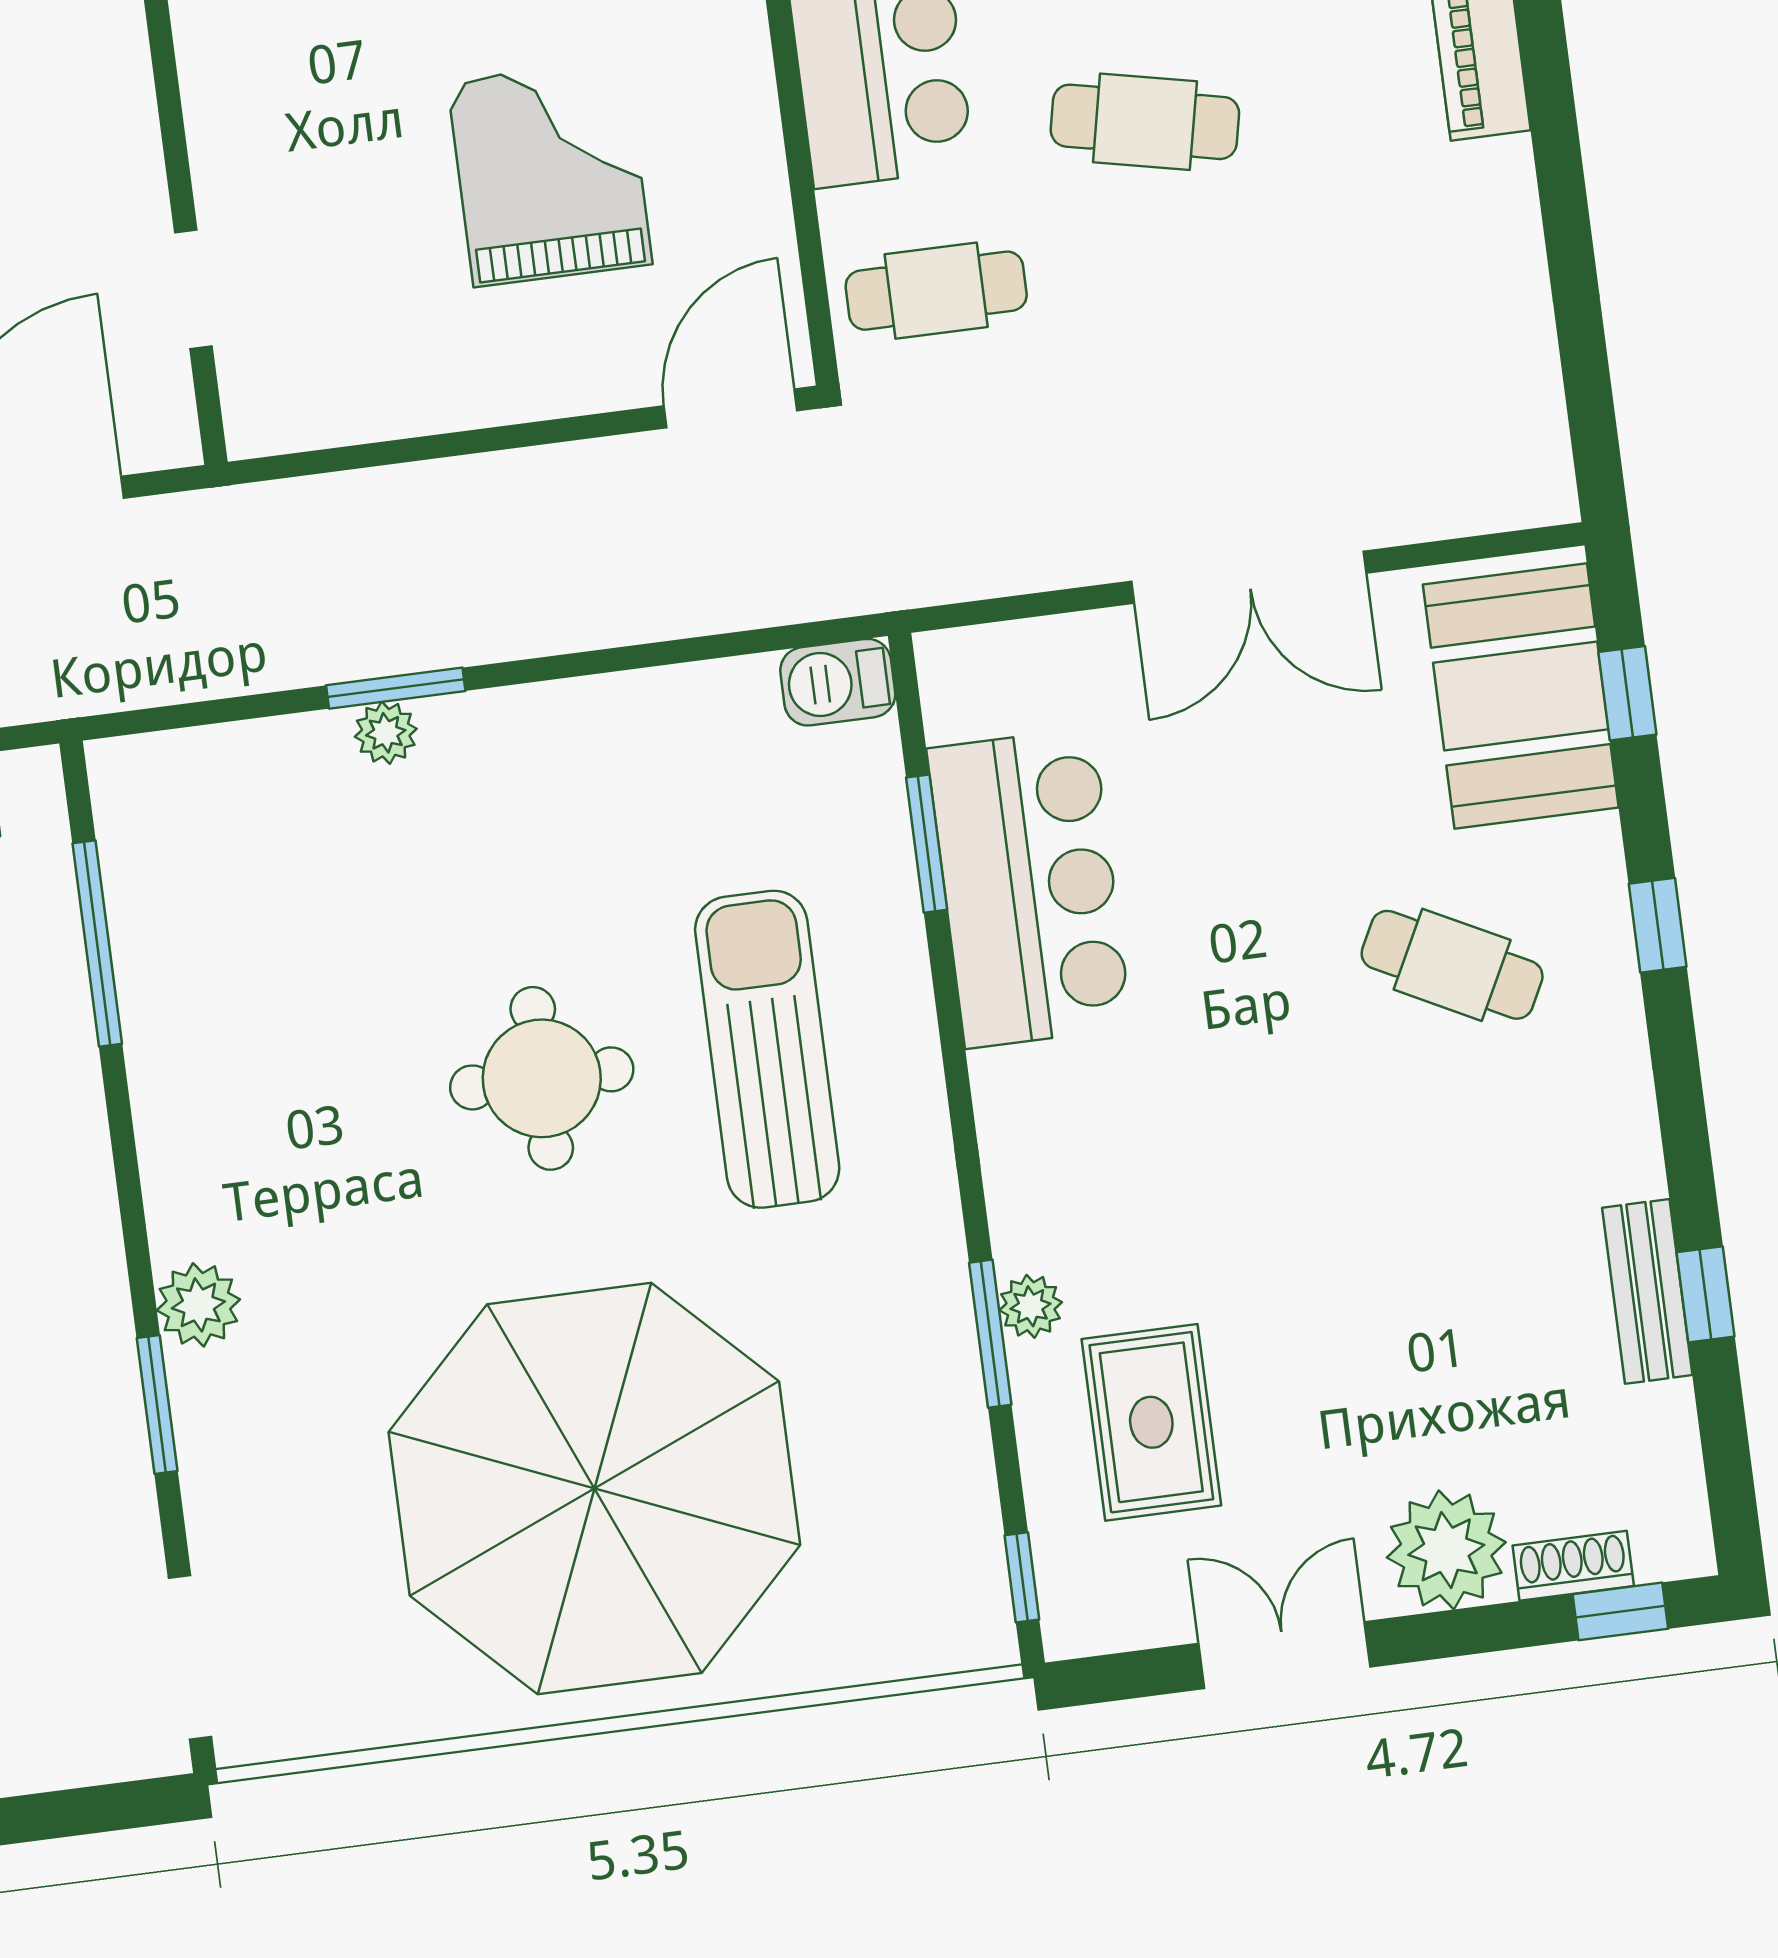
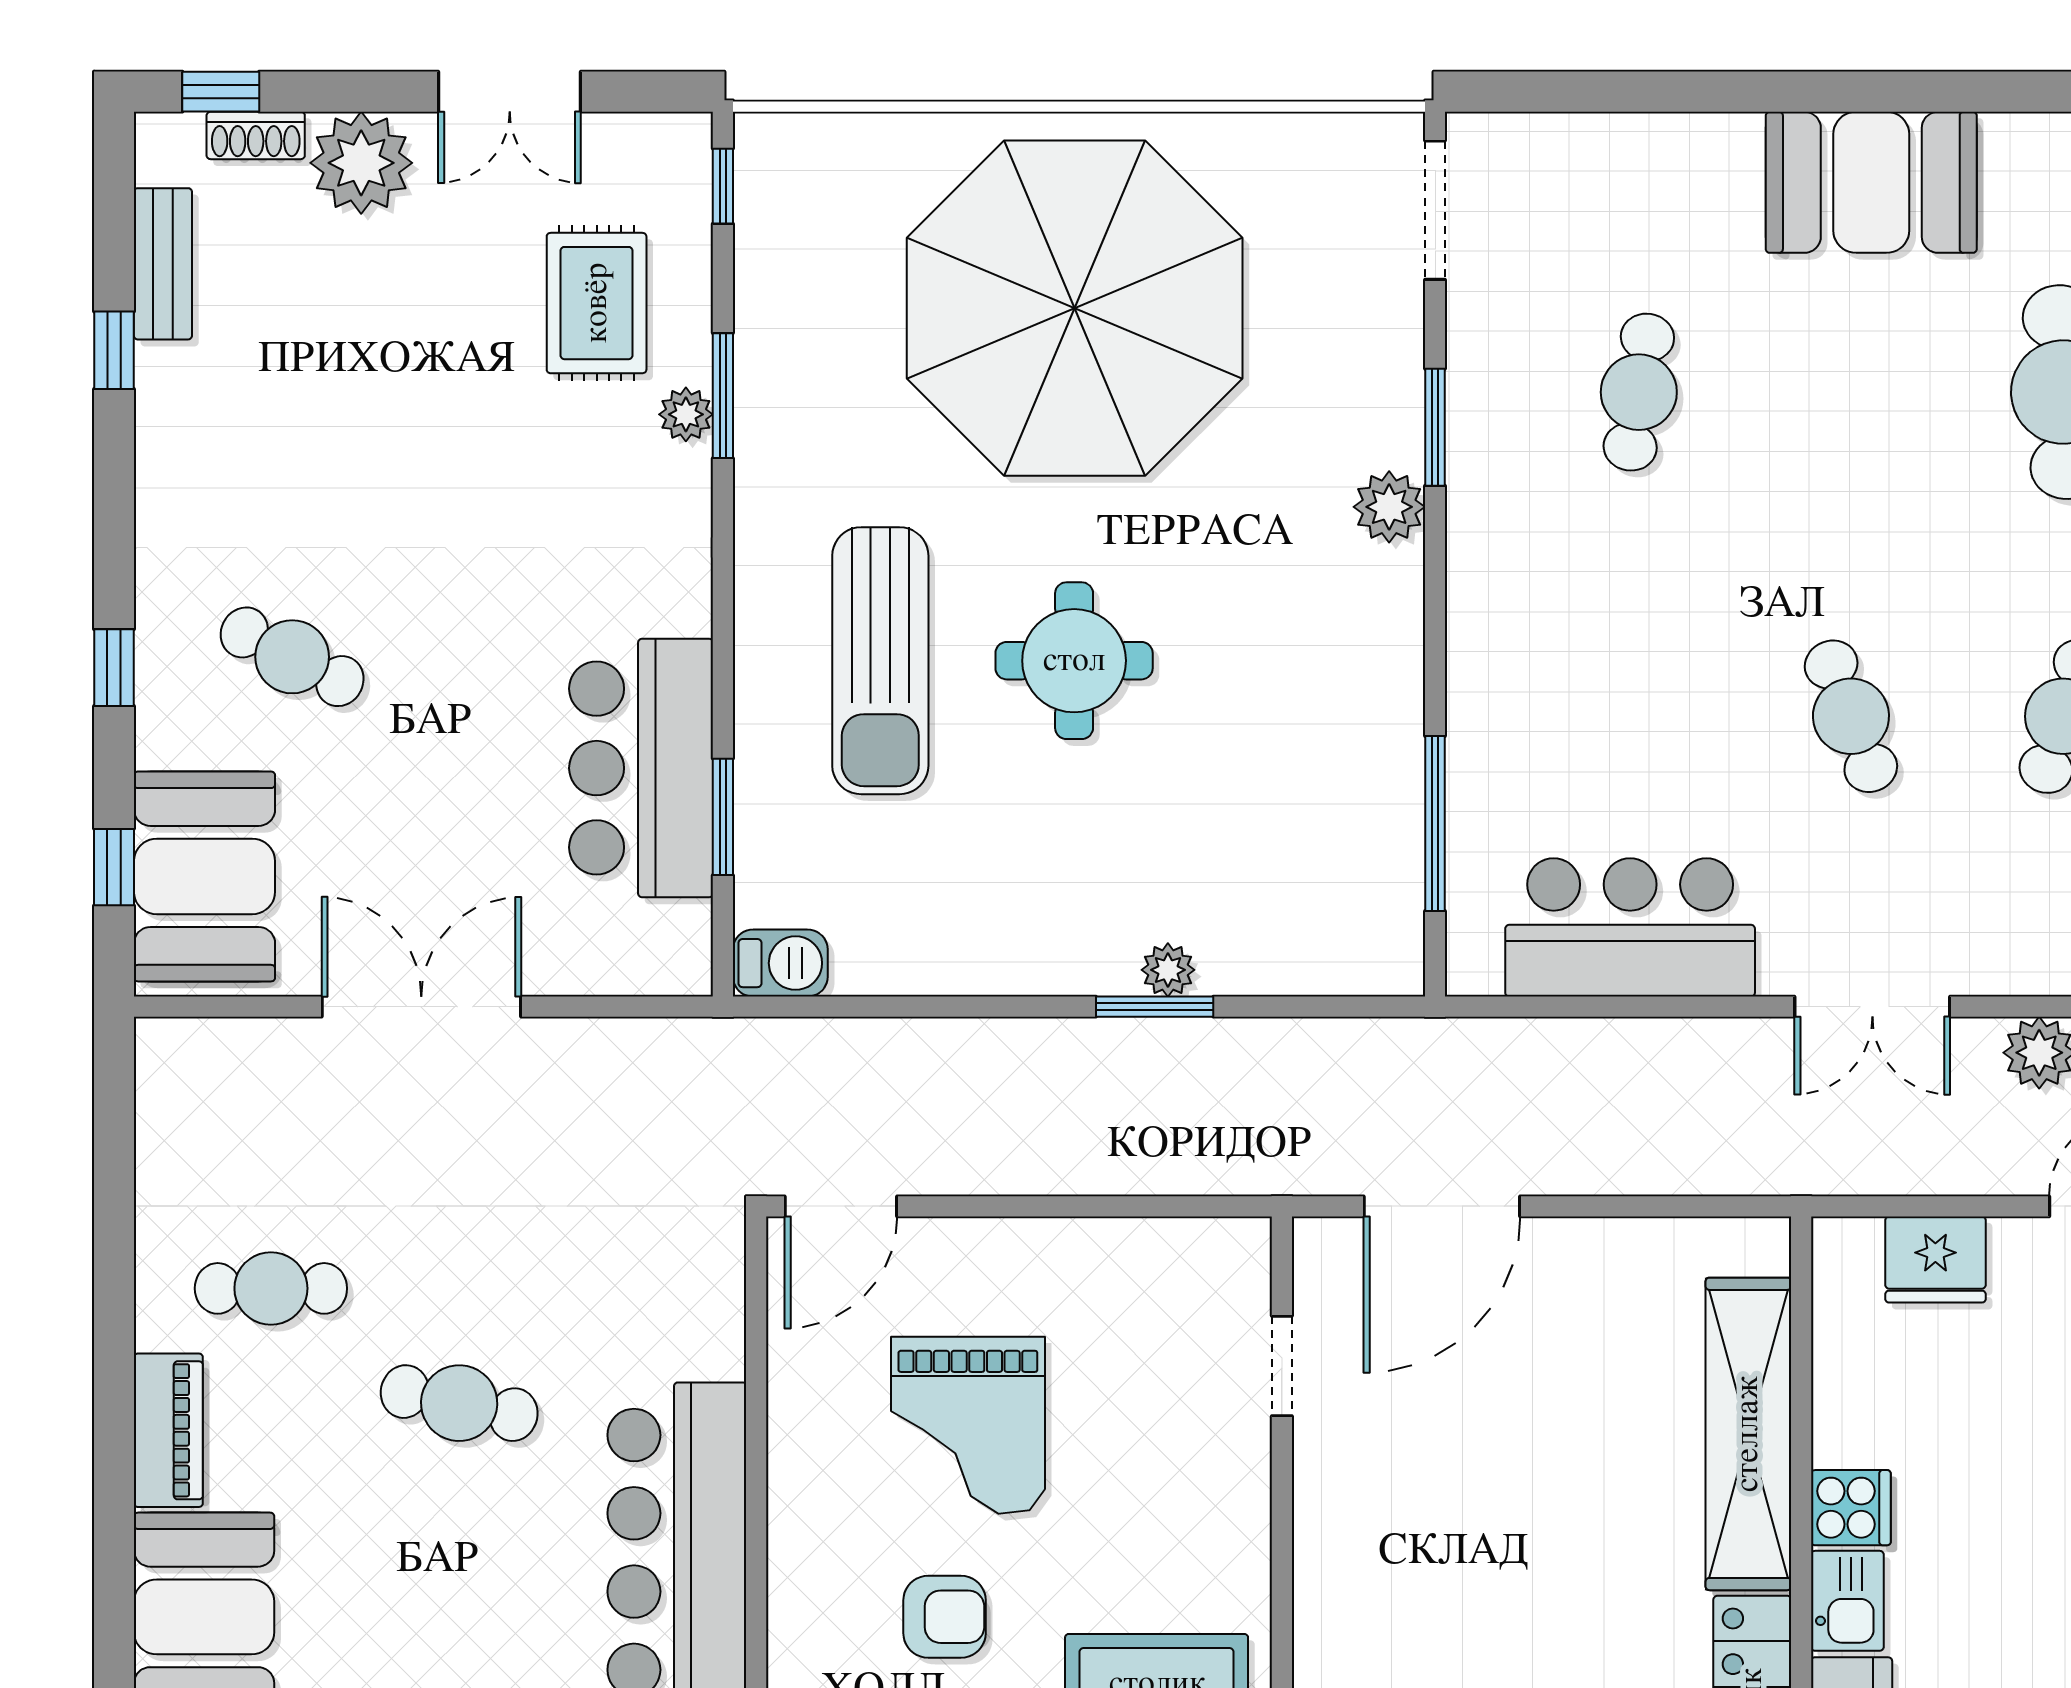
cafe table: (936, 291) -> (271, 1288), moved
bench: (1647, 1291) -> (163, 264), moved

